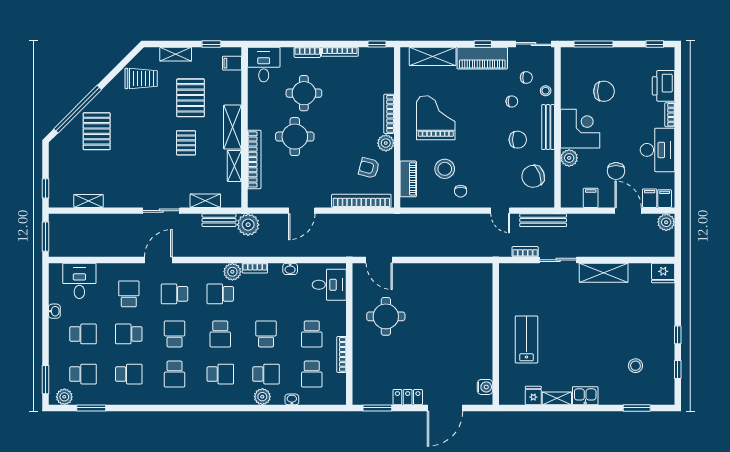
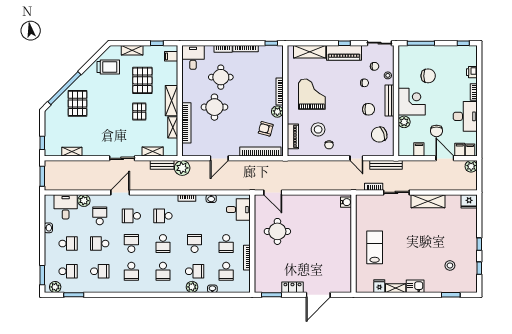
printer: (664, 86) -> (472, 72), width x0.53, depth x0.68
plant: (232, 272) -> (84, 201), moved
school desk: (220, 374) -> (163, 271), turned 90
water cooler: (485, 387) -> (346, 202), moved

